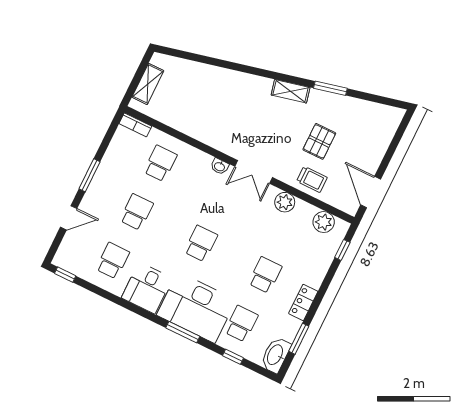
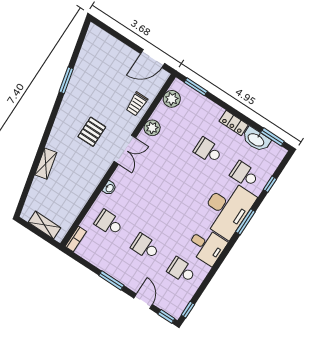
shelving: (291, 91) -> (46, 164), moved
pallet: (319, 141) -> (92, 132), moved, turned 90
washbasin: (220, 166) -> (109, 188), moved
trolley: (312, 179) -> (137, 104), turned 180
school desk: (201, 244) -> (177, 199), removed
window: (54, 249) -> (166, 316), added
window: (342, 250) -> (196, 87), width x1.50
window: (299, 339) -> (272, 137), moved
washbasin: (275, 355) -> (256, 140), moved

